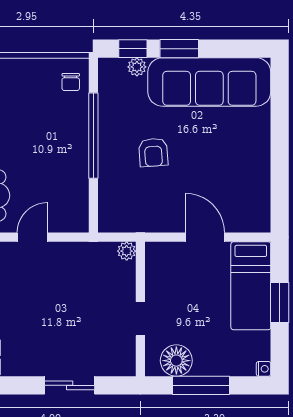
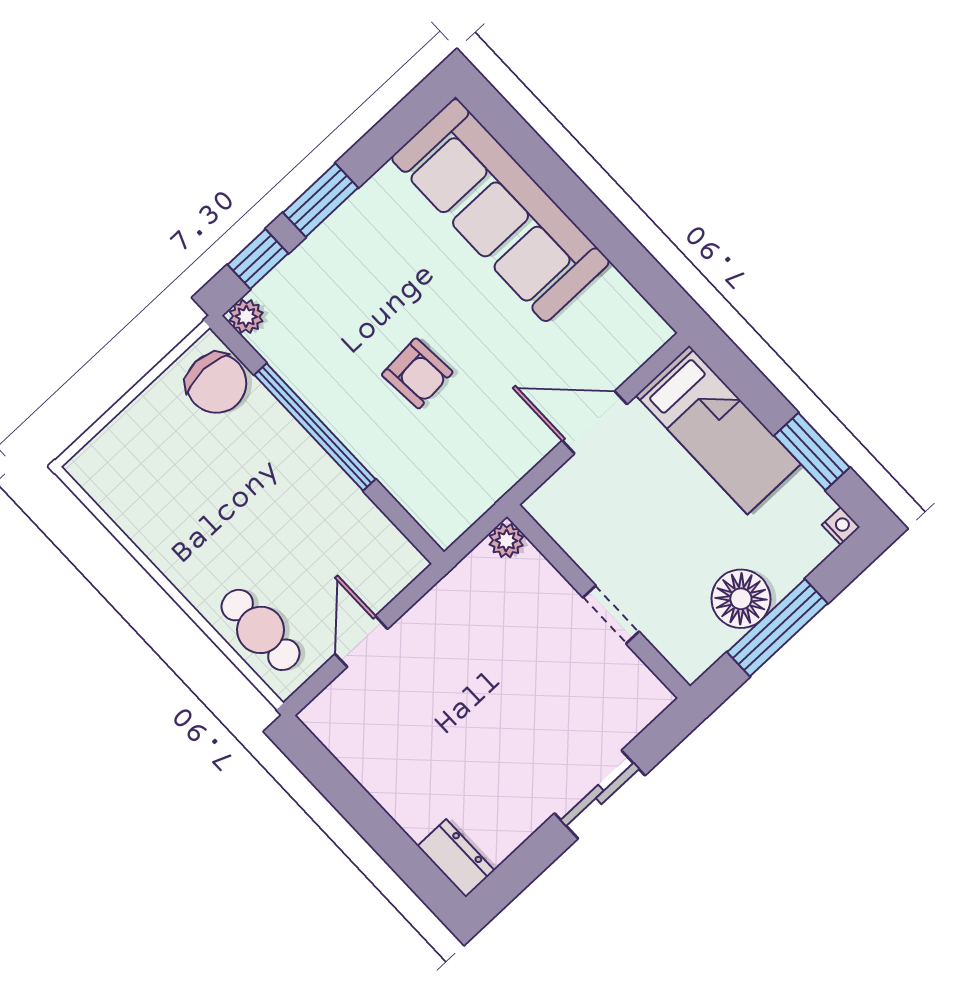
plant: (137, 67) -> (246, 316), moved
chair: (71, 82) -> (216, 383), width x1.87, depth x1.87
sofa: (209, 82) -> (500, 210), moved, turned 90
window: (280, 302) -> (812, 452), moved
floor lamp: (176, 361) -> (741, 599), moved

